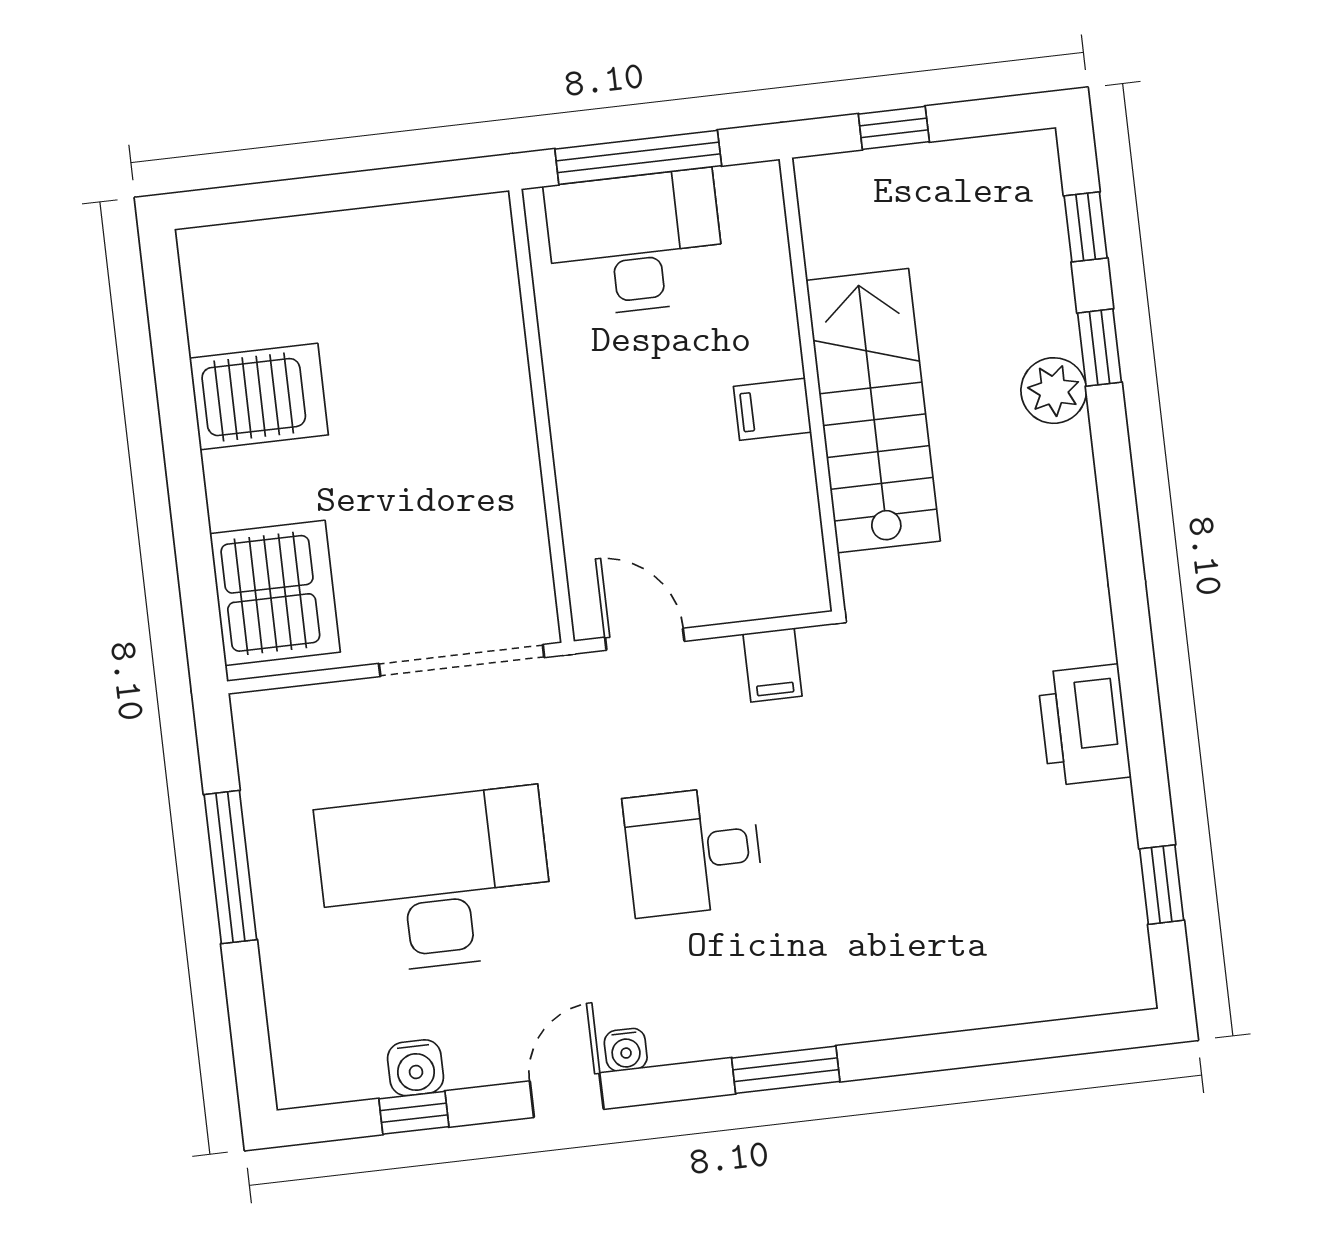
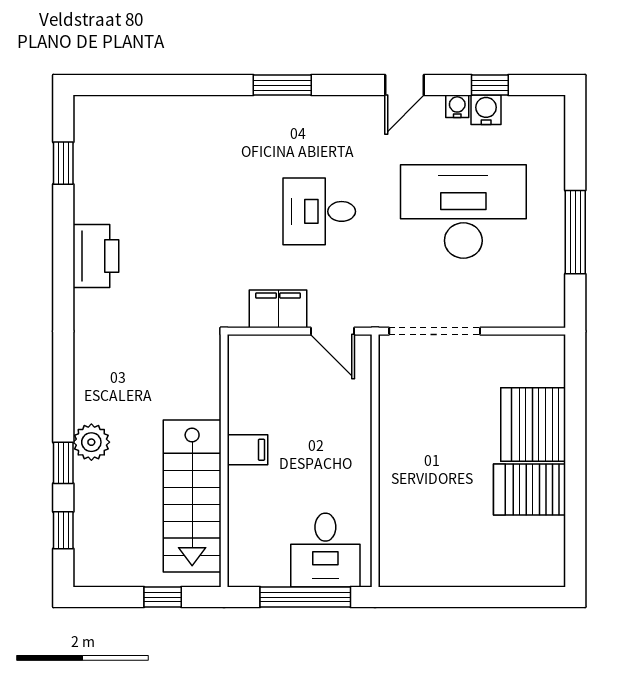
desk: (635, 243) -> (325, 550), width x0.73
stairs: (873, 411) -> (192, 496), moved
server rack: (275, 593) -> (533, 424), moved
filing cabinet: (772, 665) -> (278, 309), width x2.00
desk: (693, 851) -> (319, 211), turned 180
desk: (435, 881) -> (463, 211), turned 180
water cooler: (626, 1050) -> (457, 106), moved

